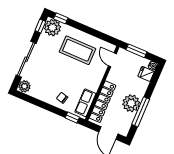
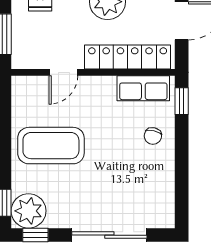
coffee table: (77, 50) -> (51, 146), turned 90
door: (112, 60) -> (63, 72), moved
plant: (24, 86) -> (162, 216), removed

